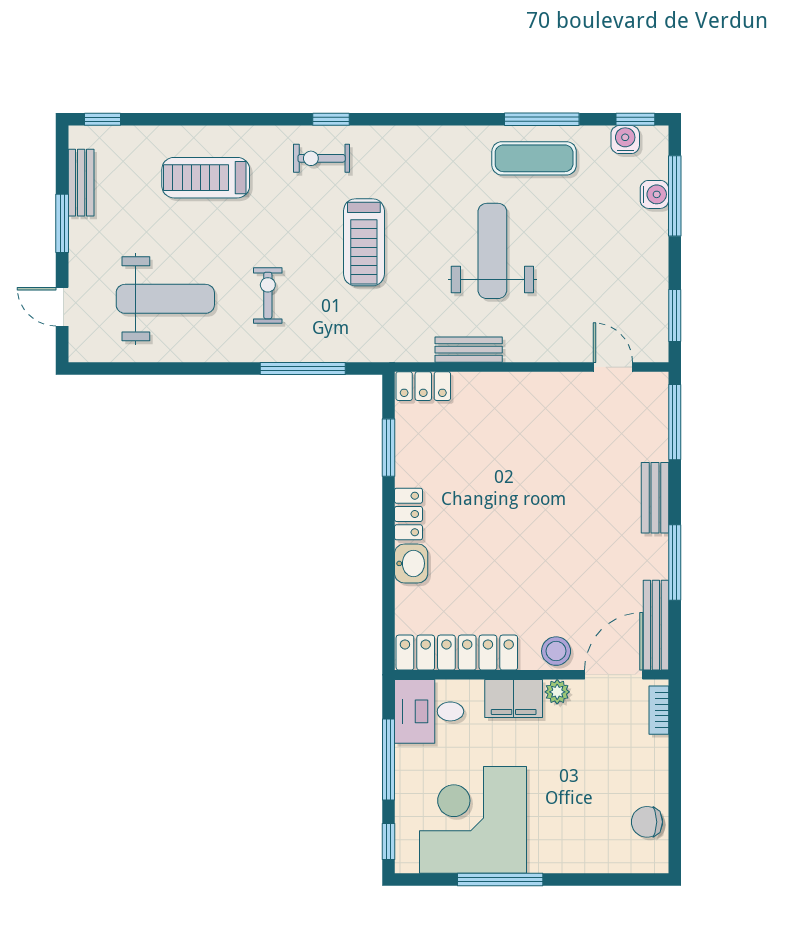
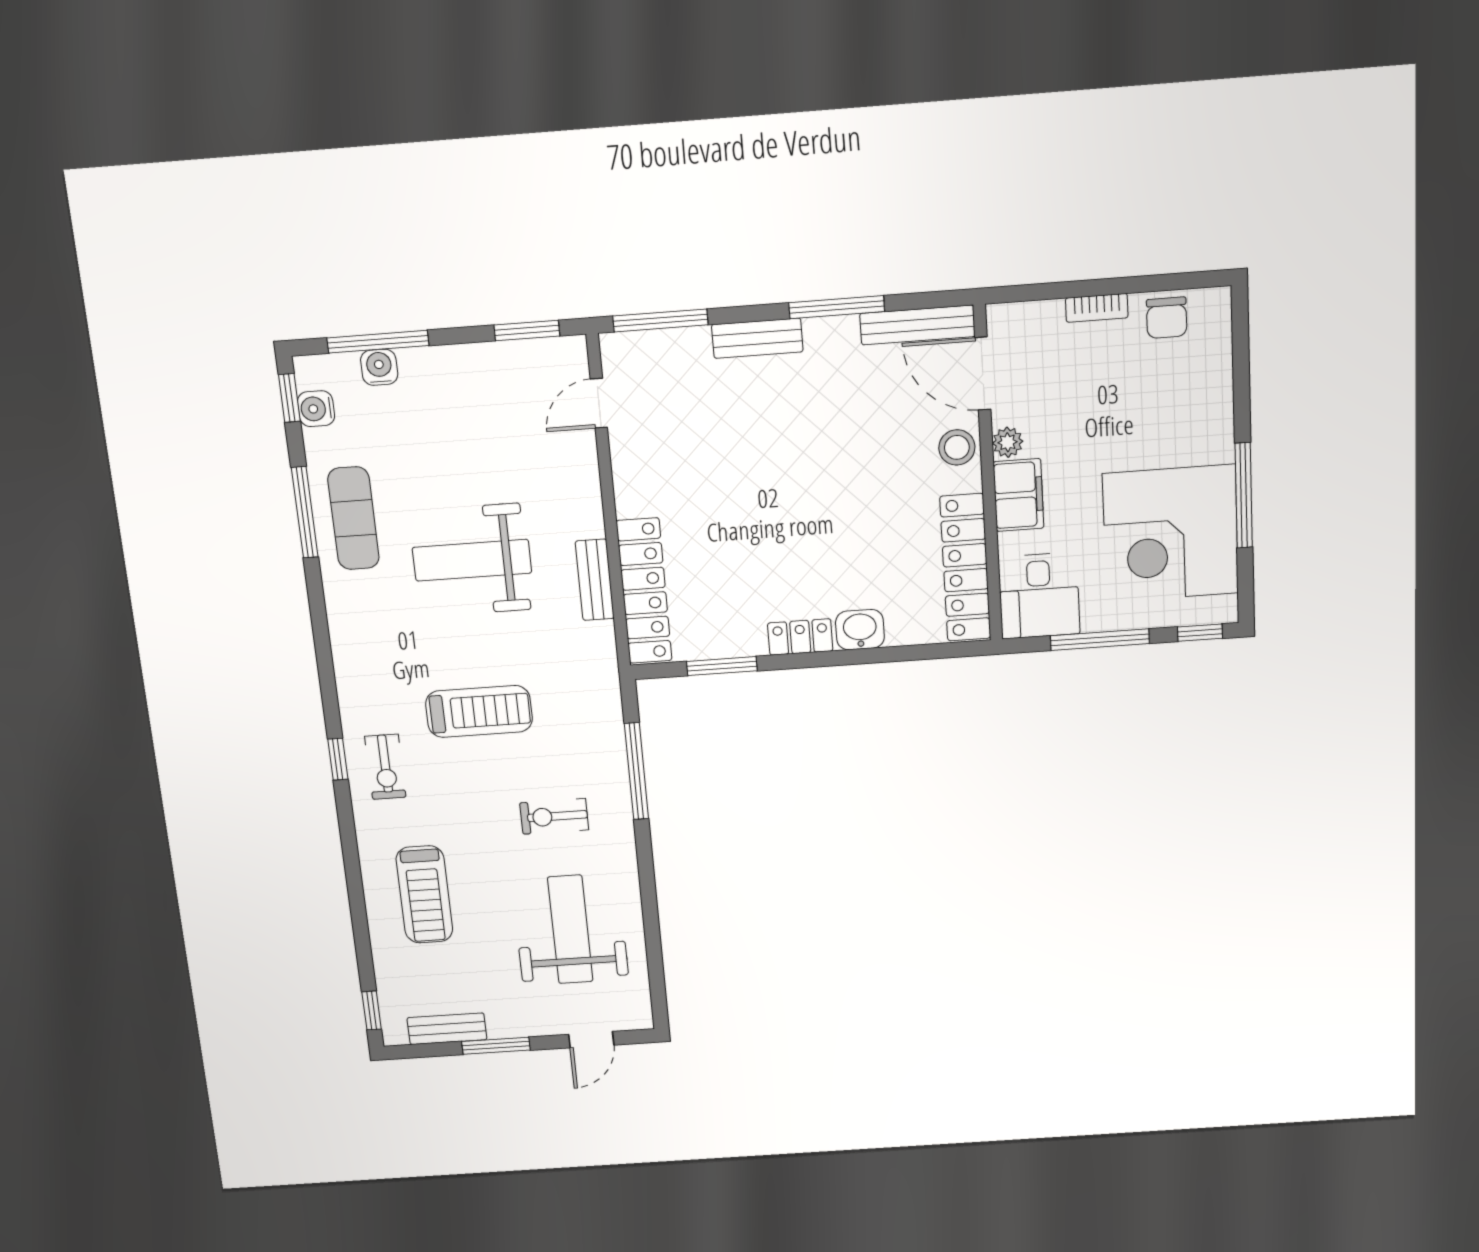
locker: (423, 386) -> (644, 591), width x2.16, depth x1.21
bookcase: (659, 710) -> (1097, 308), moved

